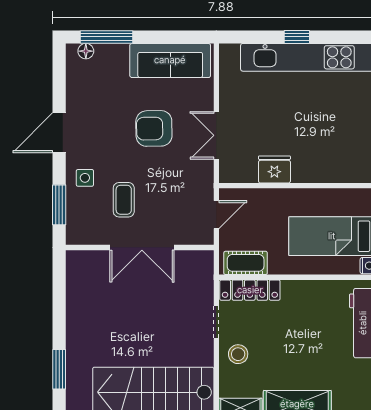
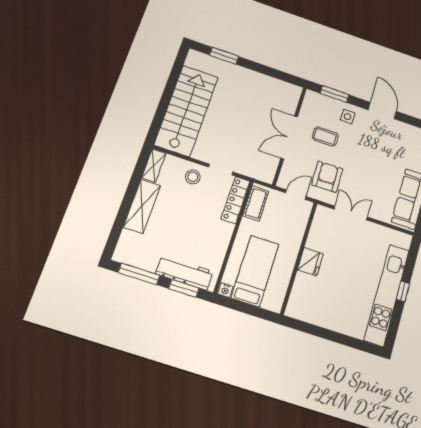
armchair: (154, 128) -> (327, 177), moved
fridge: (274, 169) -> (310, 262), moved
door: (216, 215) -> (296, 195), swing flipped

